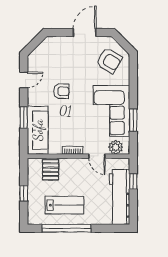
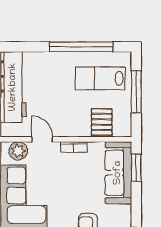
window: (24, 118) -> (136, 168), moved
window: (24, 193) -> (136, 92), width x2.17
lab bench: (65, 205) -> (100, 78), moved

